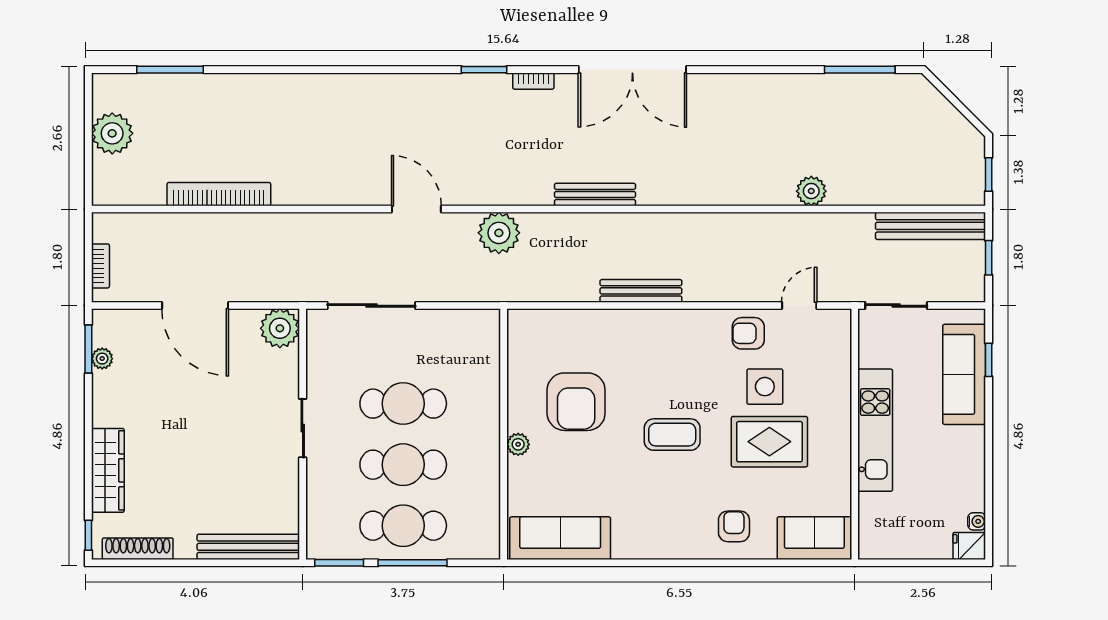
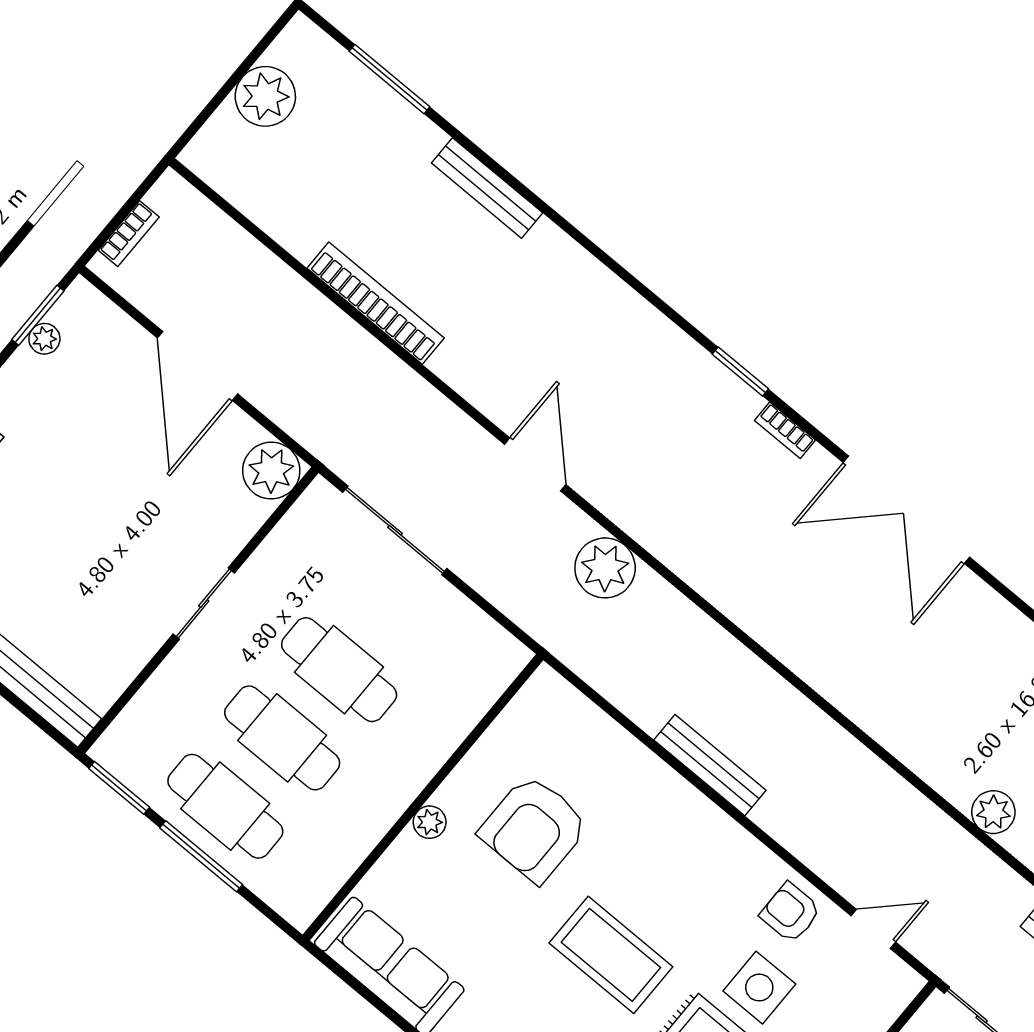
bookcase: (219, 194) -> (376, 303), moved
bench: (595, 194) -> (487, 188), moved
coffee table: (672, 435) -> (611, 955), width x1.36, depth x1.32

